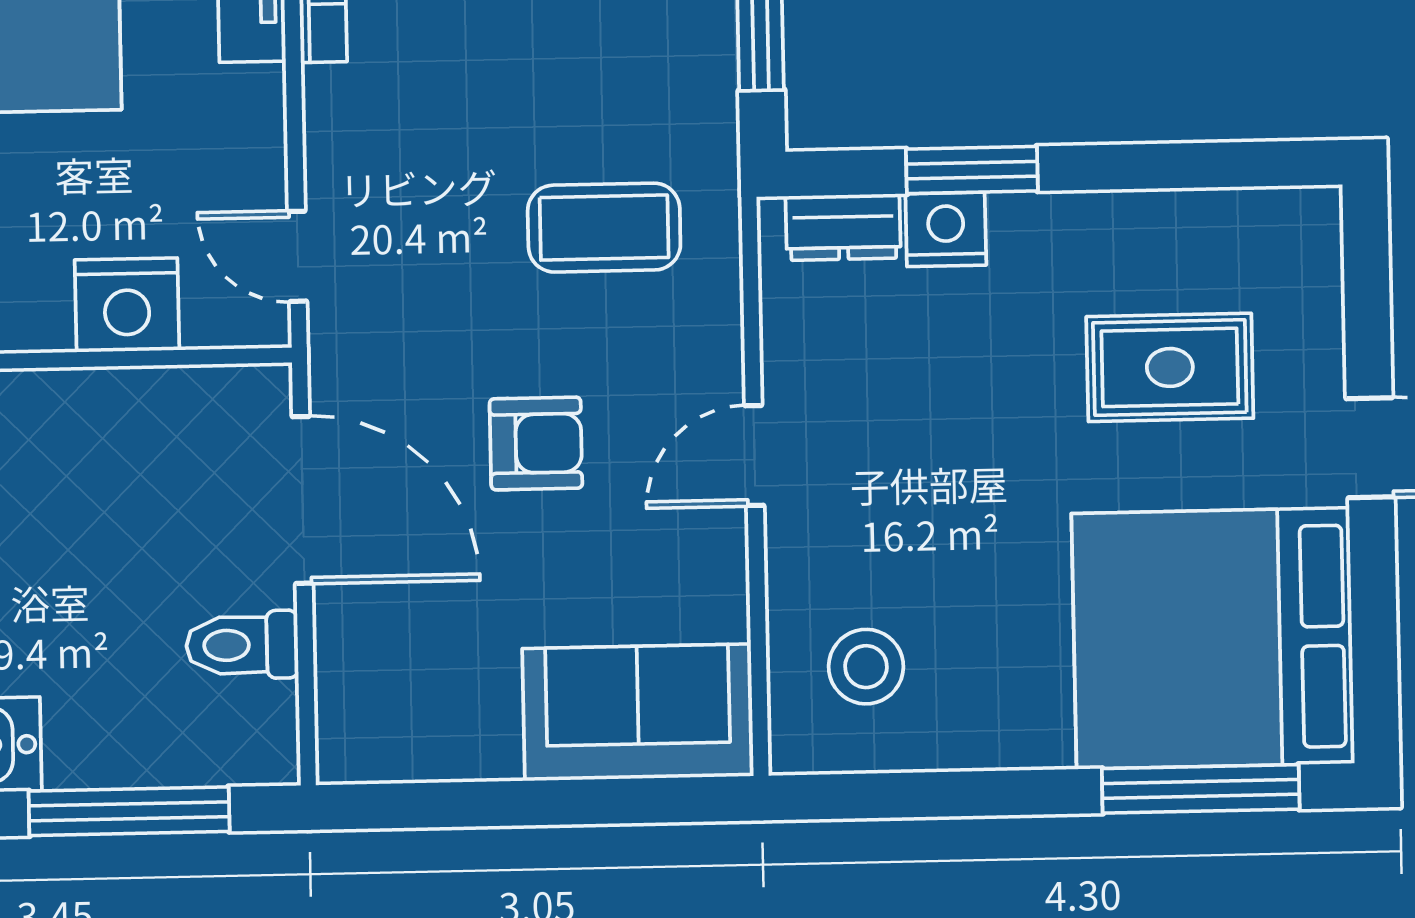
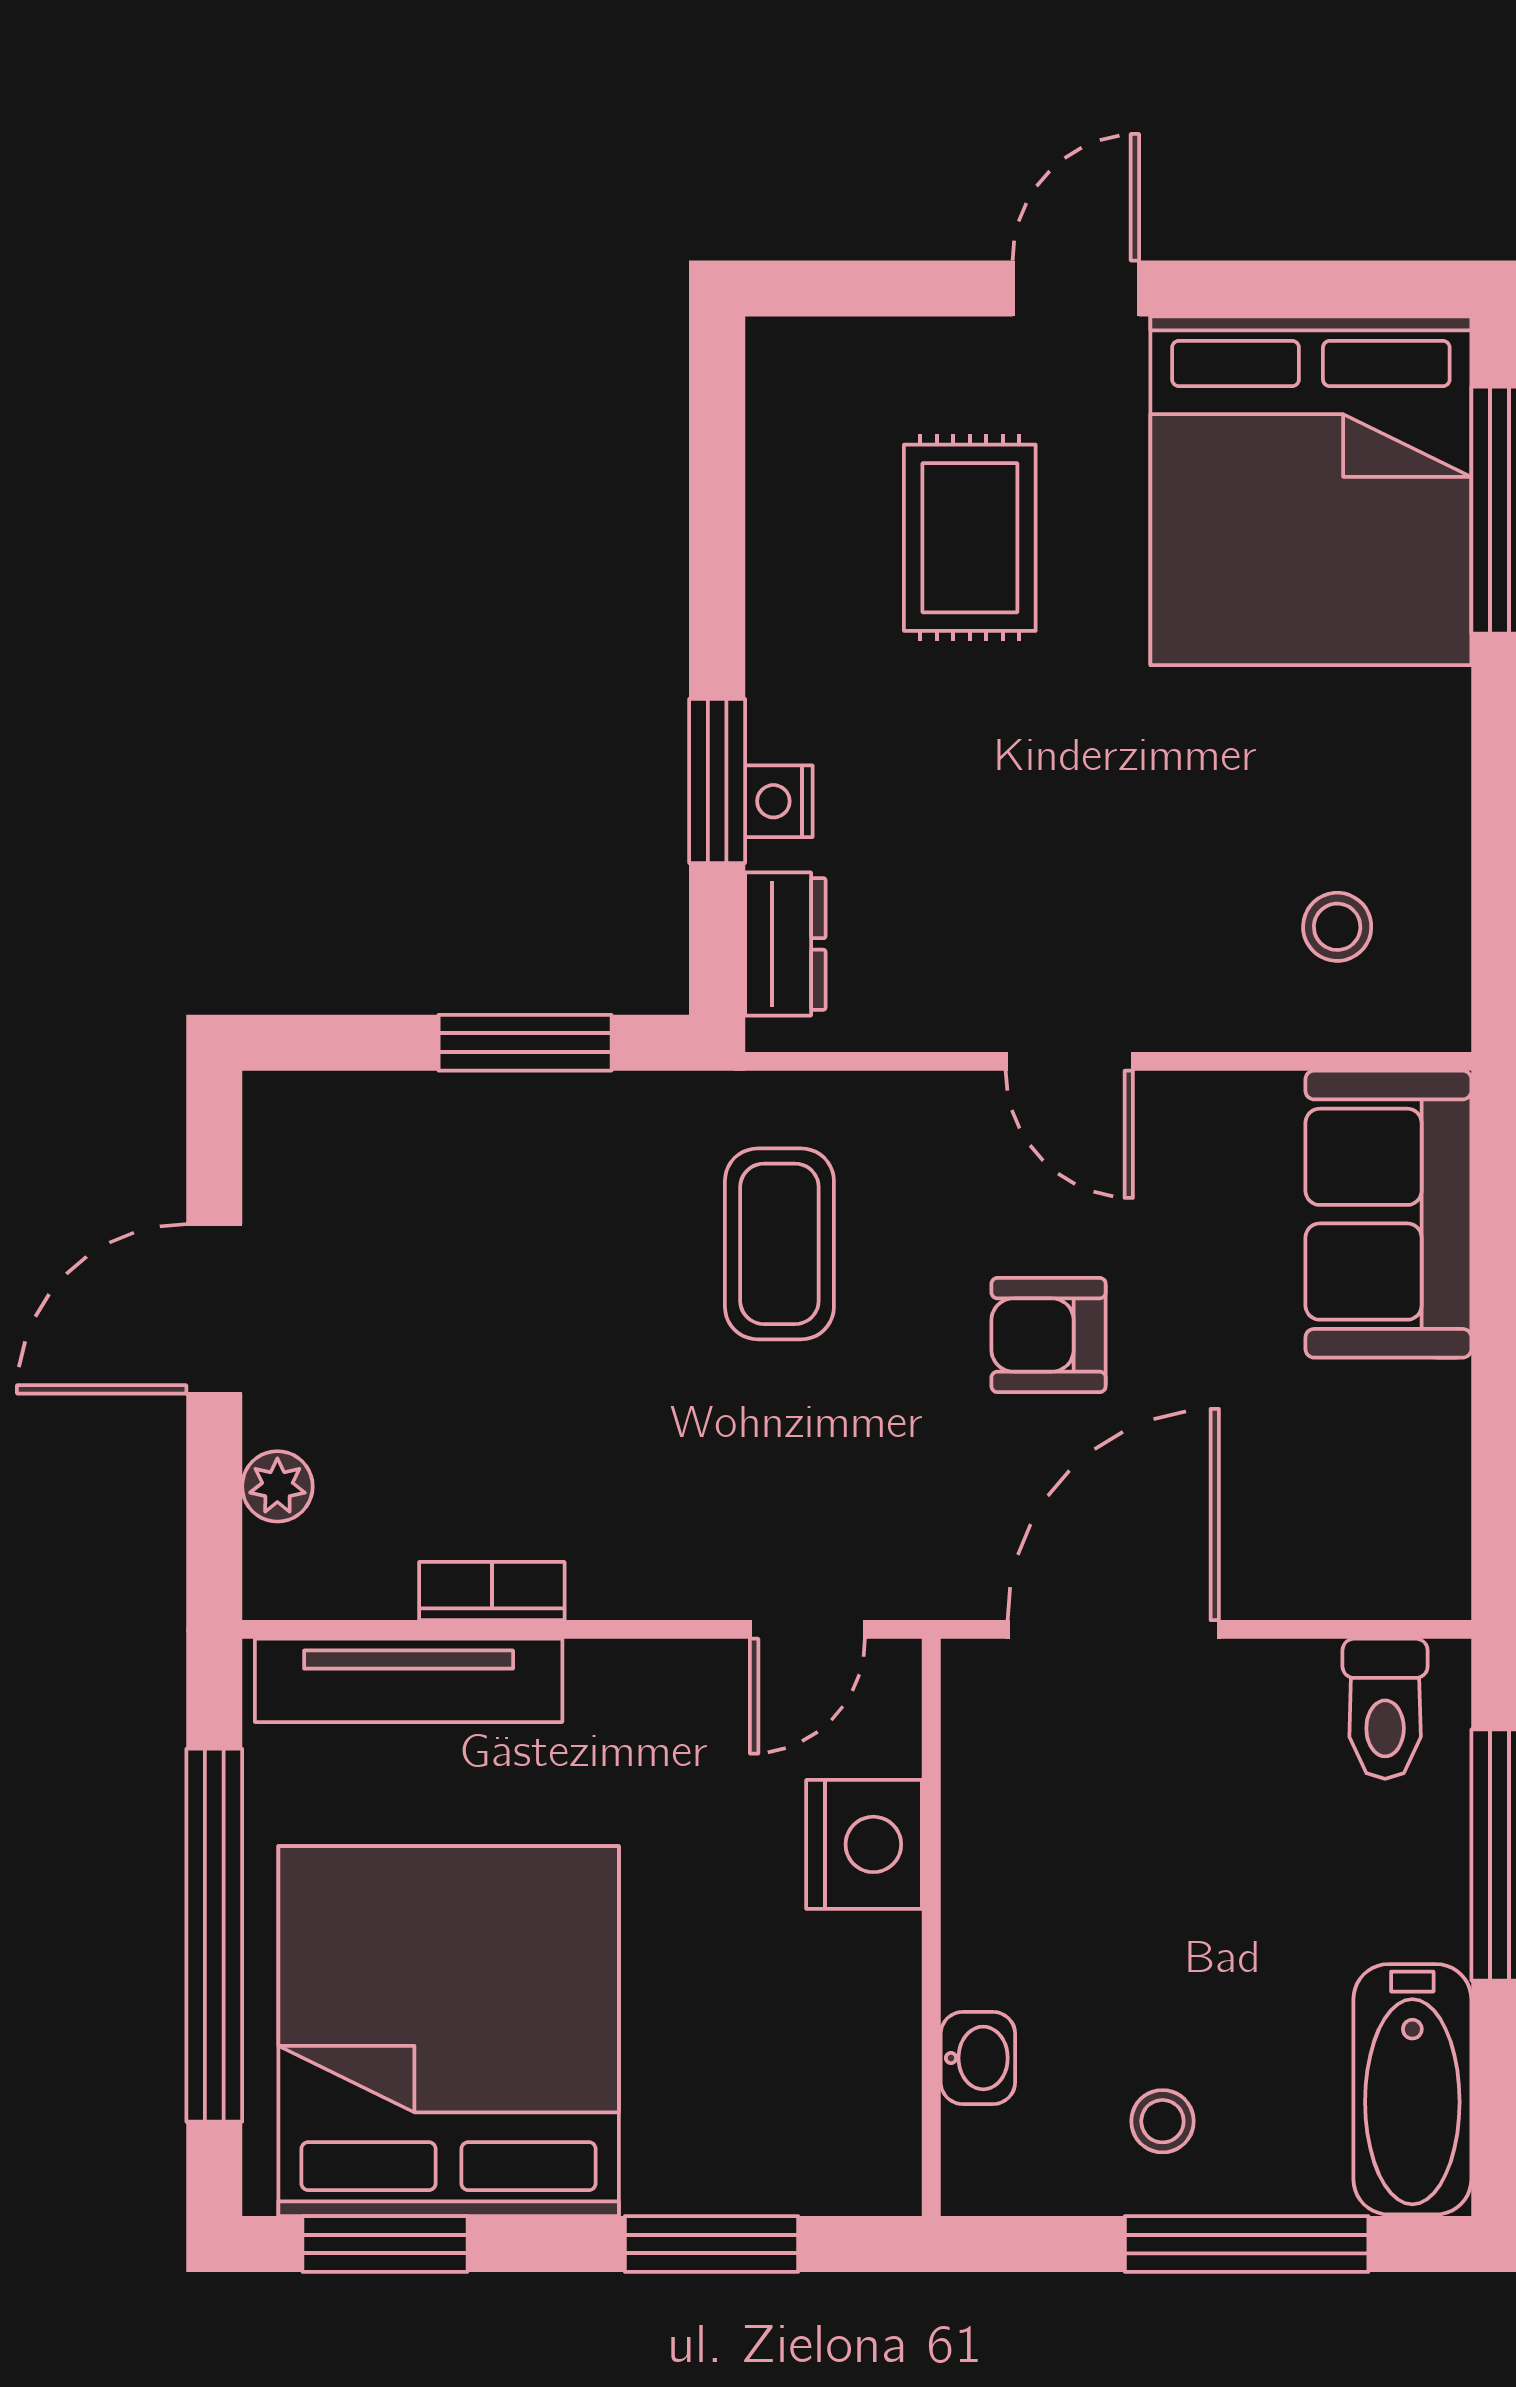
nightstand: (946, 229) -> (779, 801), width x0.72, depth x0.74
armchair: (536, 443) -> (1049, 1335), turned -90
toilet: (242, 645) -> (1385, 1709), moved
stool: (866, 667) -> (1337, 927), width x0.73, depth x0.73

